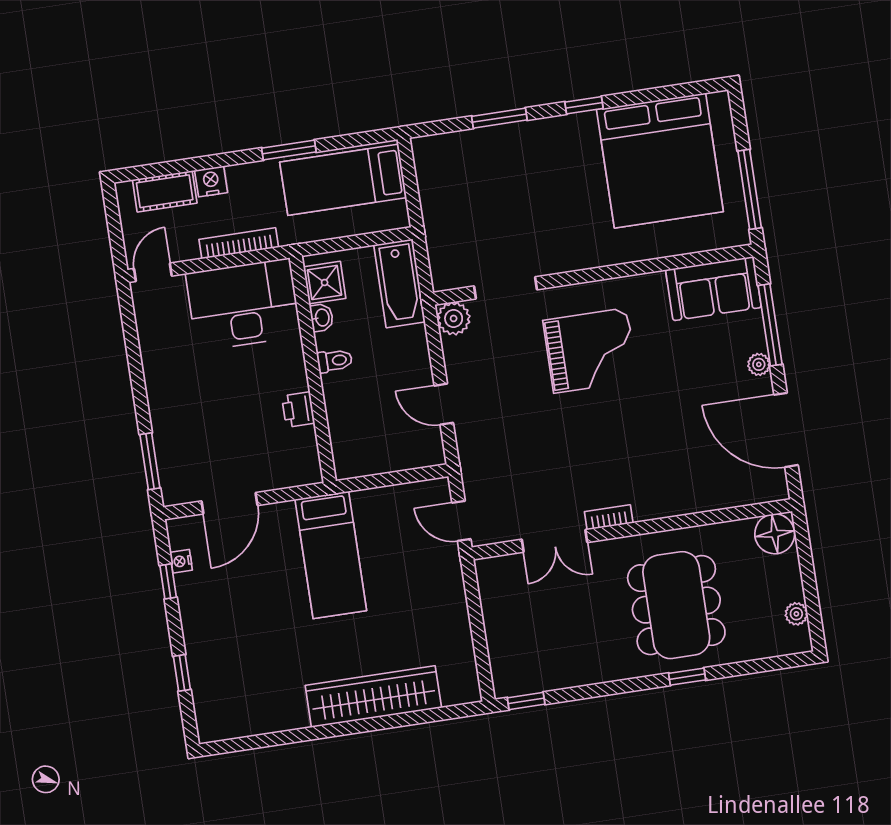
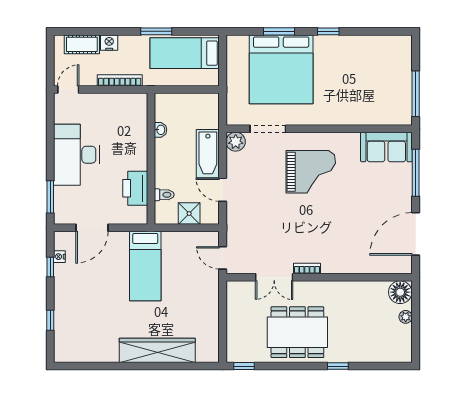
bed: (660, 160) -> (281, 69), moved
shower: (325, 283) -> (189, 214), moved
bathtub: (400, 283) -> (208, 154), moved
desk: (243, 305) -> (76, 155), moved, turned -90
toilet: (335, 361) -> (164, 195), moved
plant: (759, 364) -> (406, 194), removed
printer: (298, 410) -> (135, 188), width x1.87, depth x1.48
door: (786, 430) -> (416, 234), hinge flipped
dining table: (676, 605) -> (297, 332), moved, turned 90
plant: (796, 614) -> (406, 317), moved

